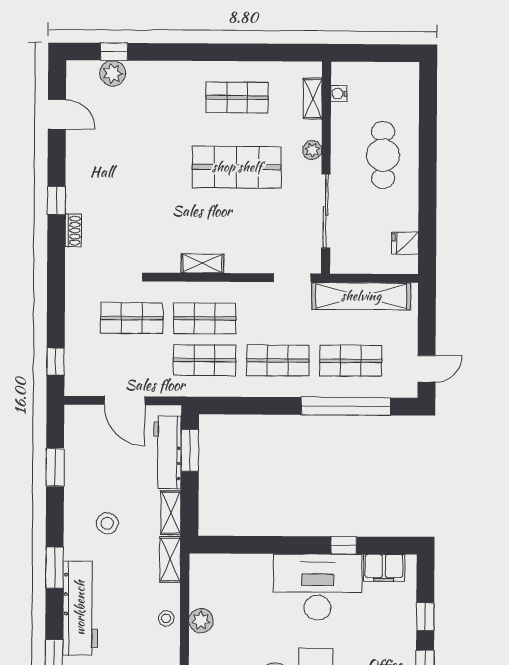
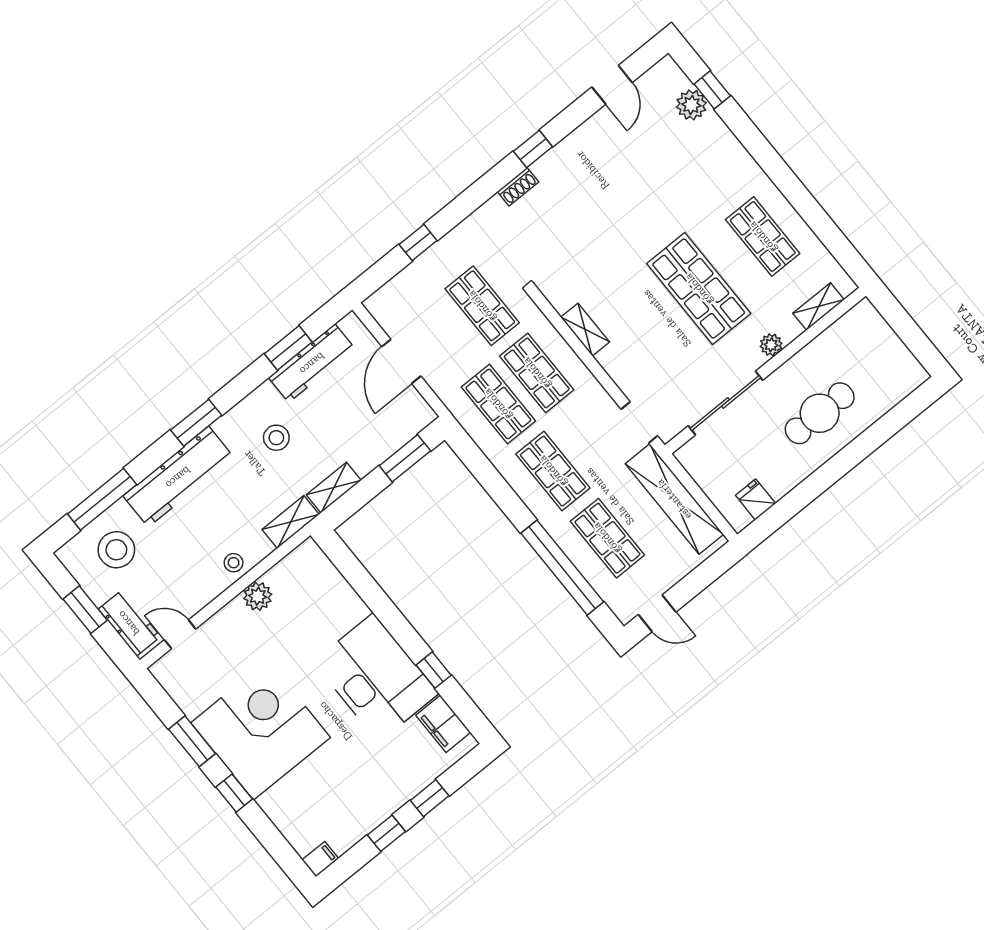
water cooler: (339, 94) -> (843, 327), removed
window: (56, 361) -> (418, 242), moved
workbench: (167, 452) -> (312, 363), moved, turned 180

